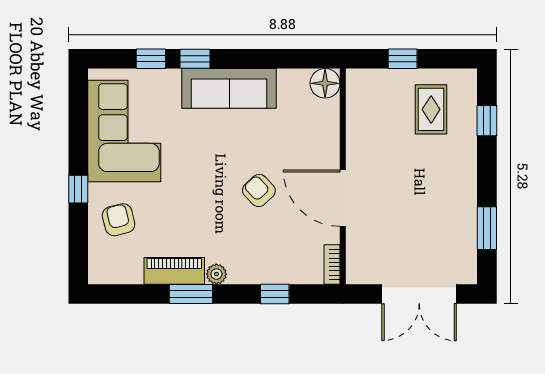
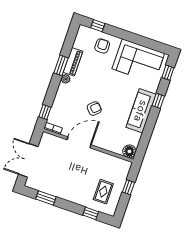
window: (151, 59) -> (168, 73), moved
rug: (431, 109) -> (103, 192), turned 90
window: (78, 189) -> (98, 26), moved
armchair: (119, 220) -> (102, 46), turned -76
window: (275, 294) -> (45, 112), moved

